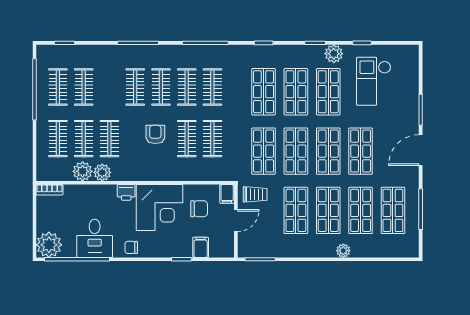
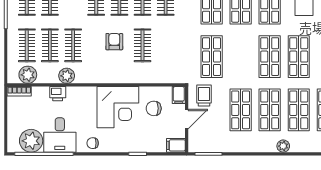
clothes rail: (212, 139) -> (166, 45), removed
shop shelf: (296, 151) -> (241, 57), removed
plant: (83, 171) -> (28, 75), moved
printer: (126, 192) -> (58, 94), moved
trolley: (255, 194) -> (204, 95), turned -90
chair: (199, 209) -> (154, 108), turned 180
plant: (49, 245) -> (31, 141), moved
filing cabinet: (201, 247) -> (176, 145), moved, turned -90

